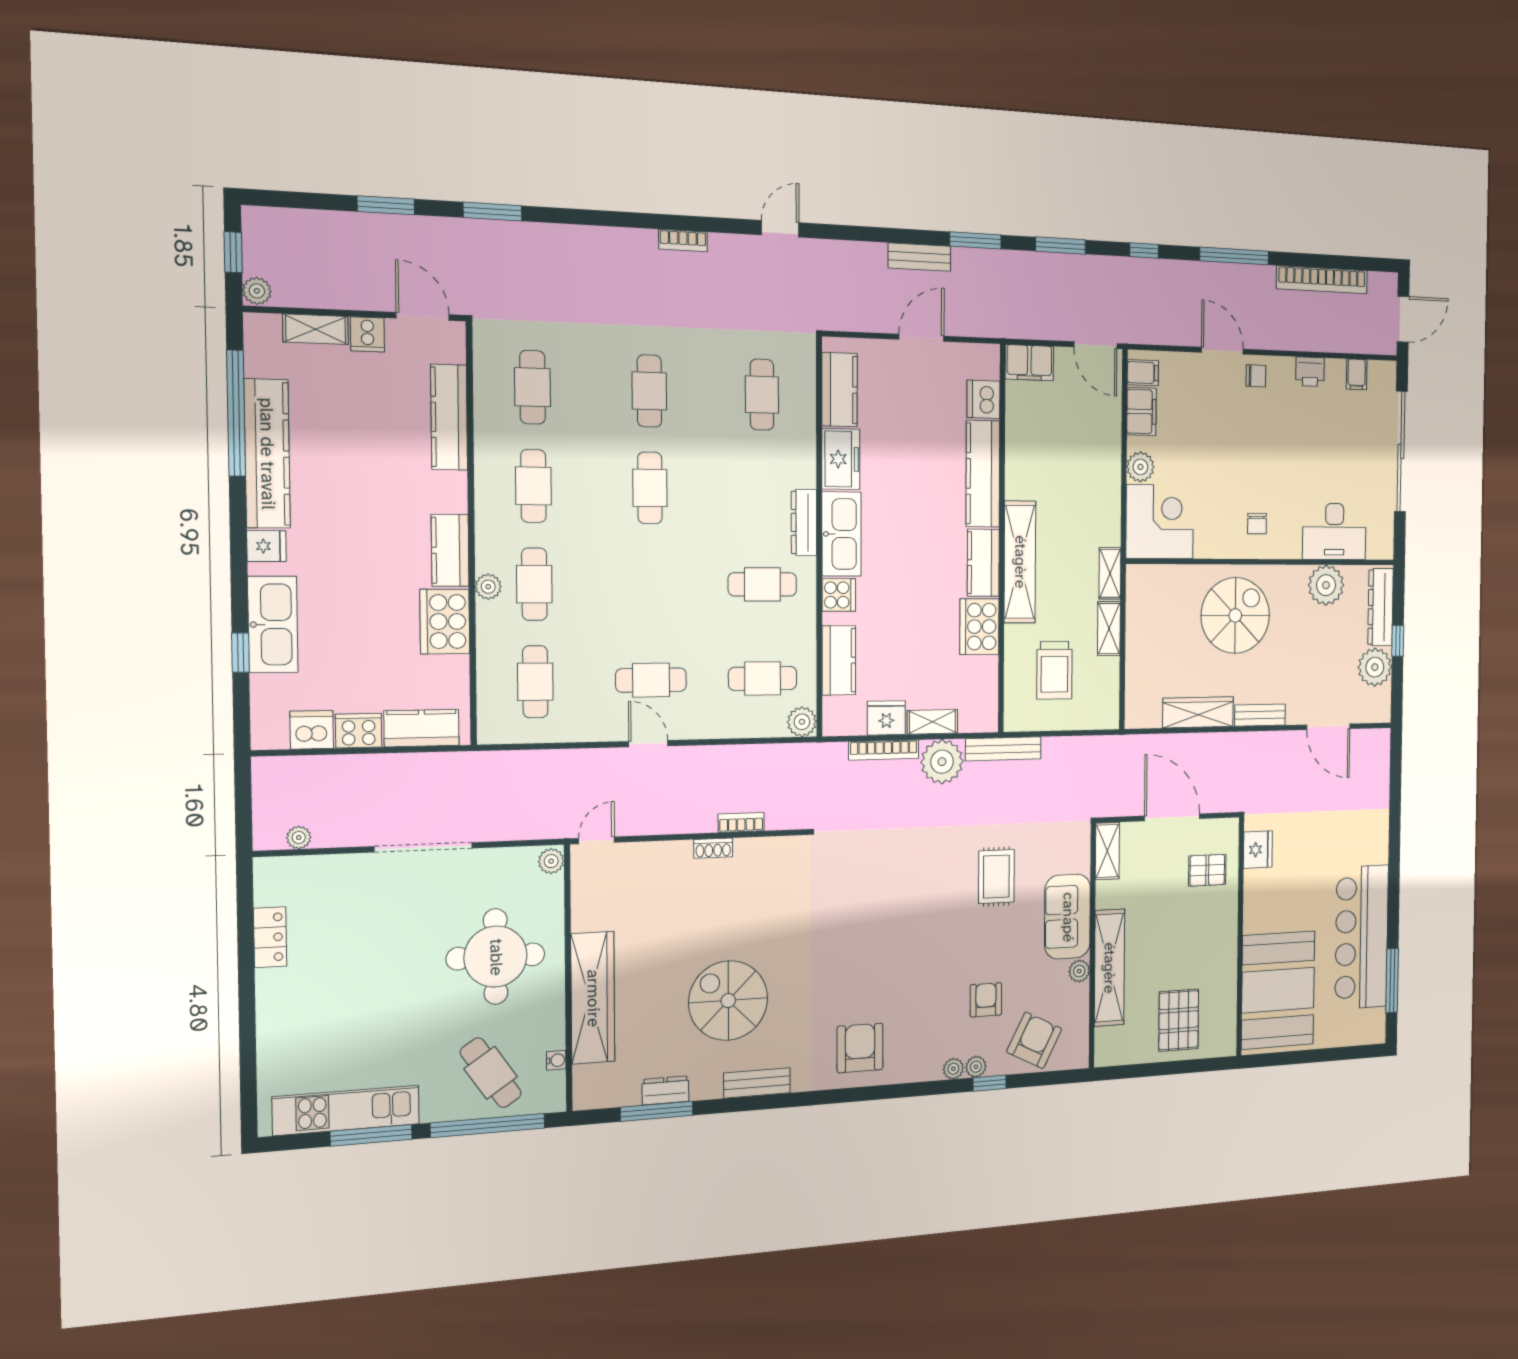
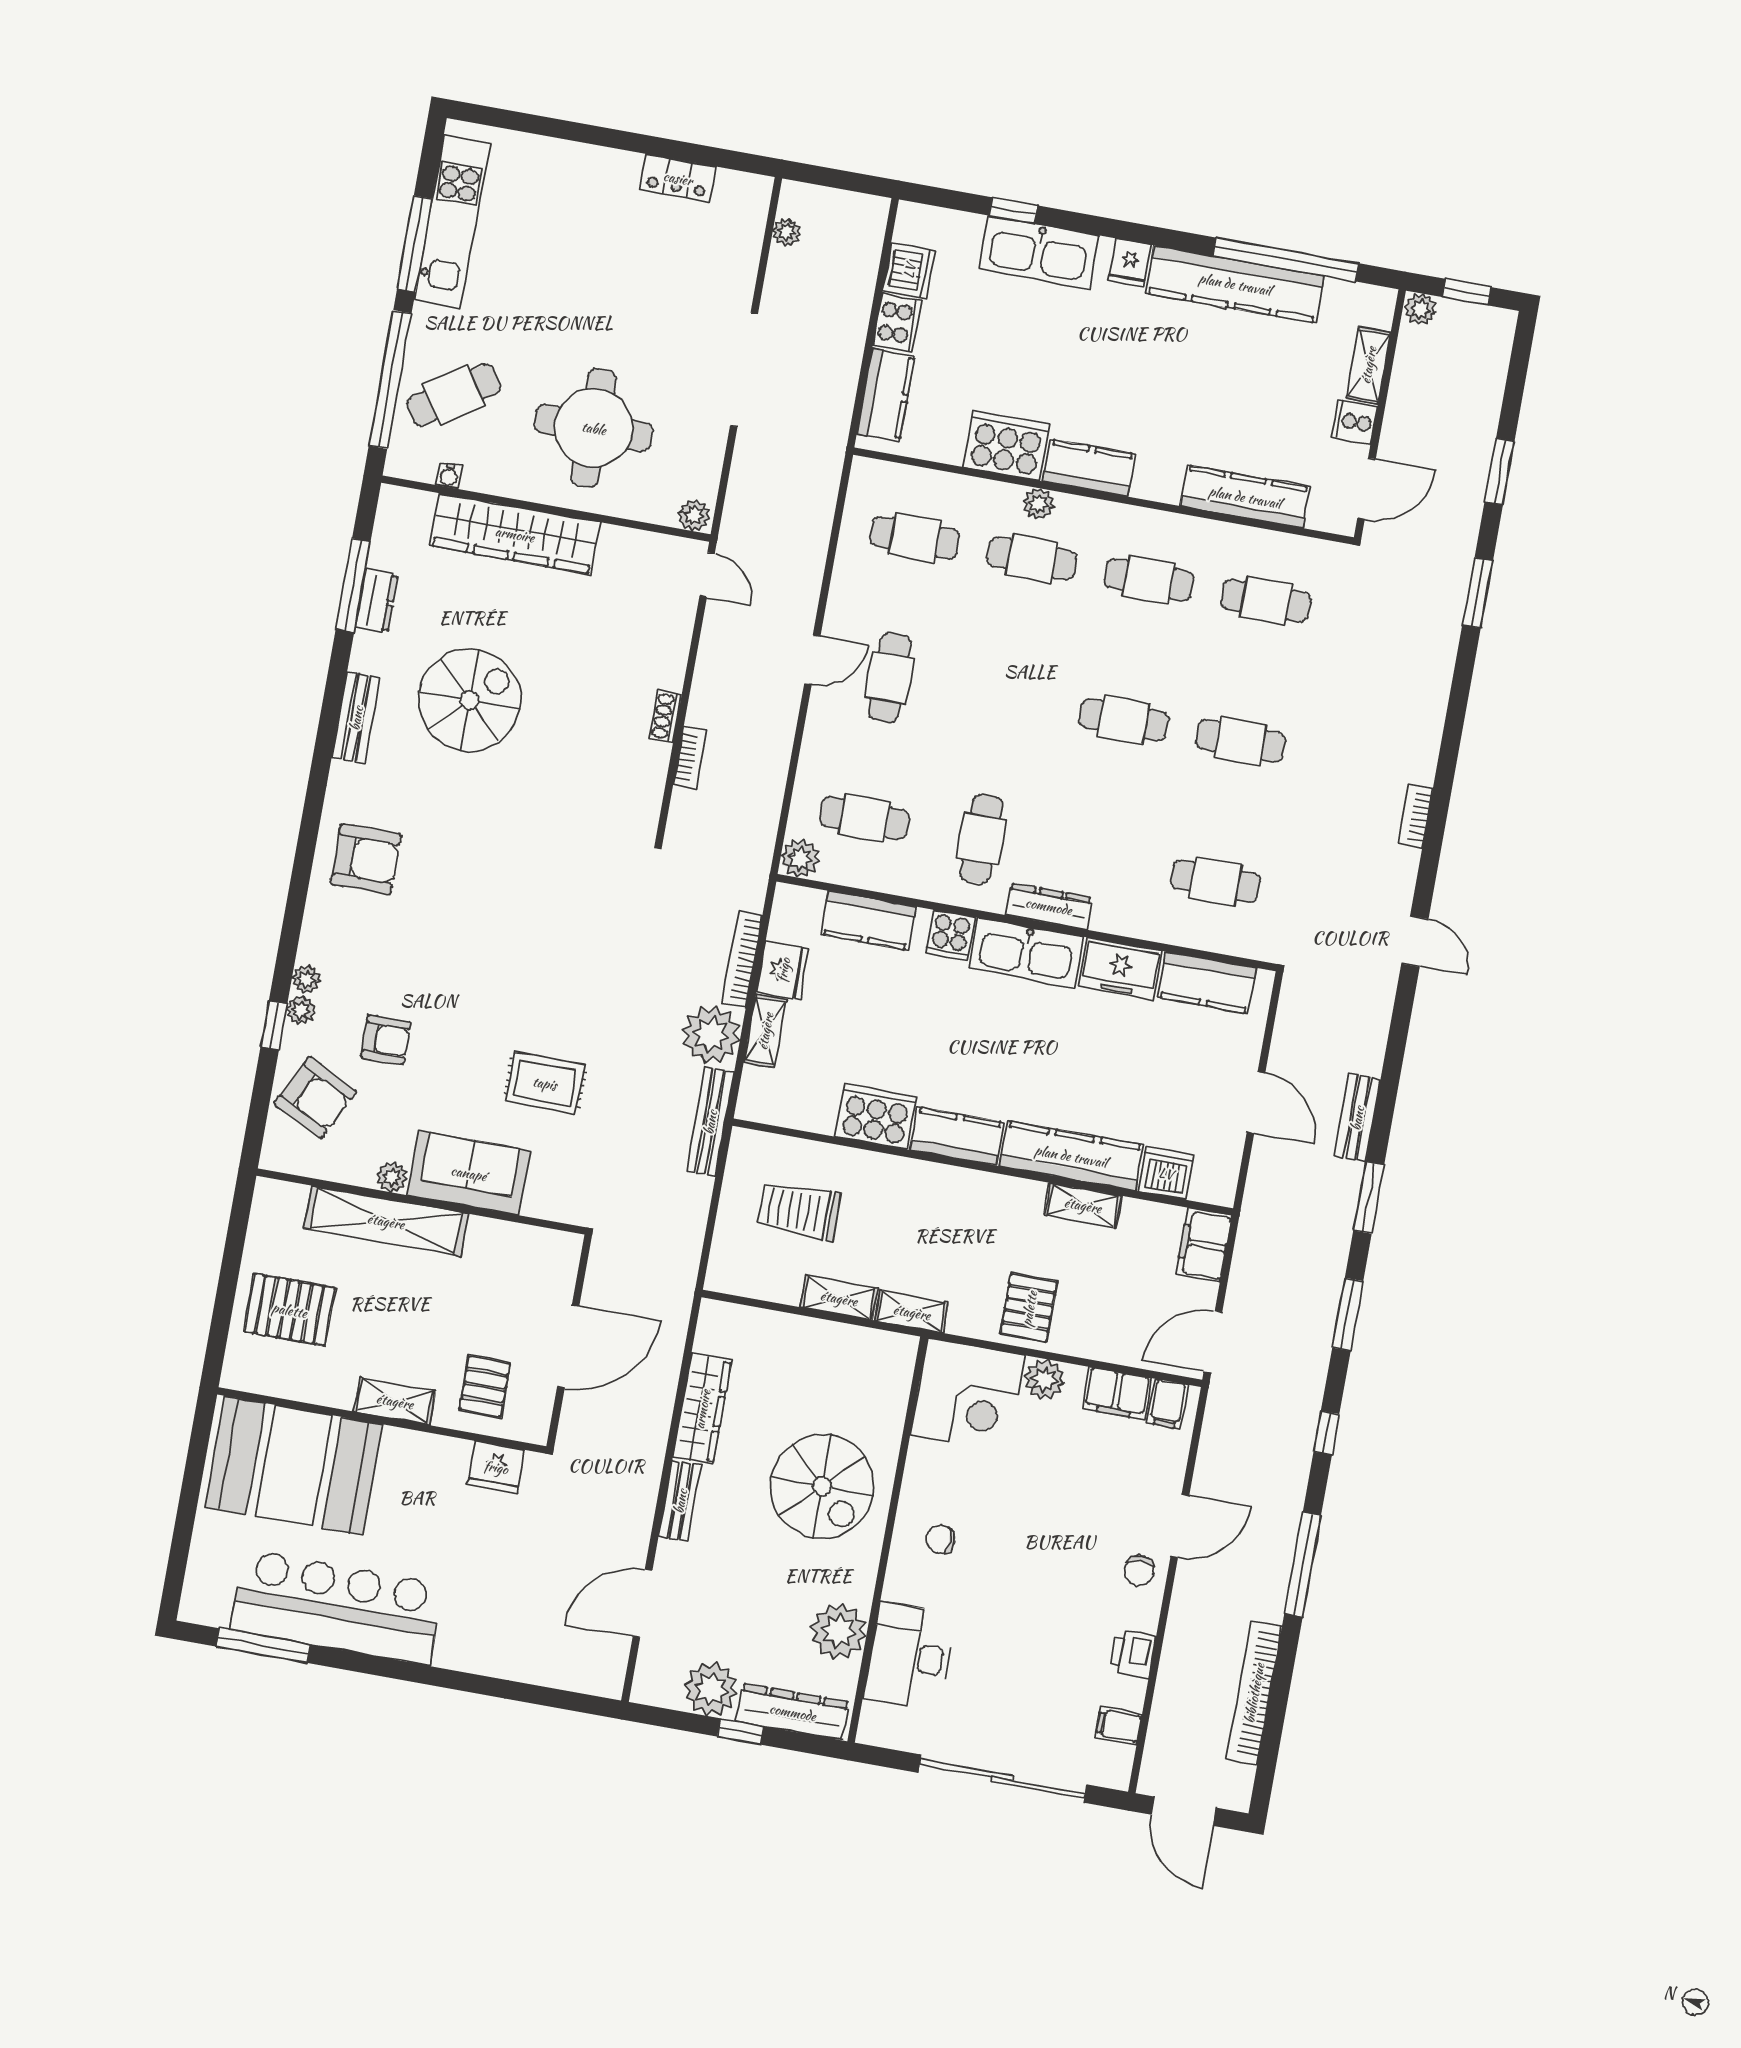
pallet: (1094, 487) -> (1029, 1308), added
shelving: (1020, 562) -> (1083, 1205), moved, width x0.45, depth x0.75
cafe table: (763, 678) -> (864, 818), turned 90
shelving: (1107, 851) -> (395, 1401), moved

